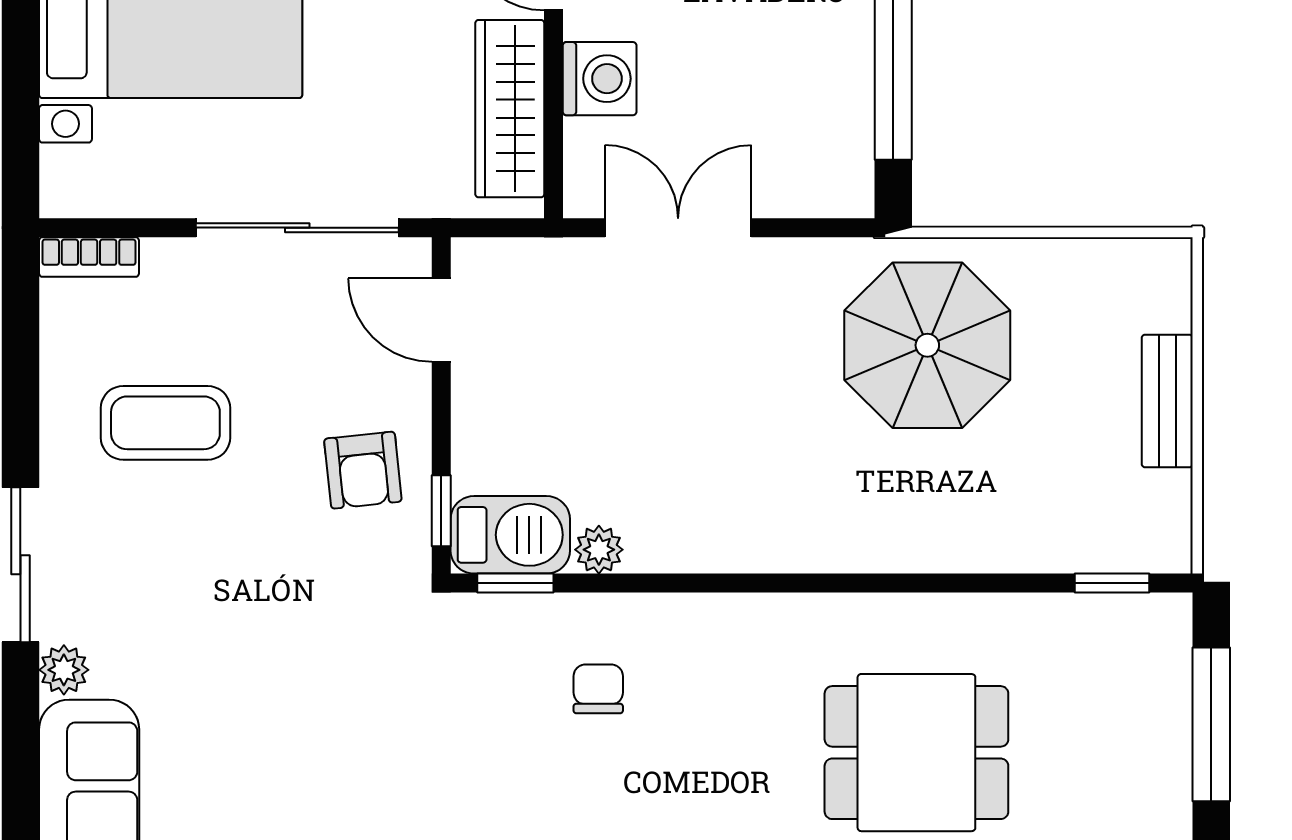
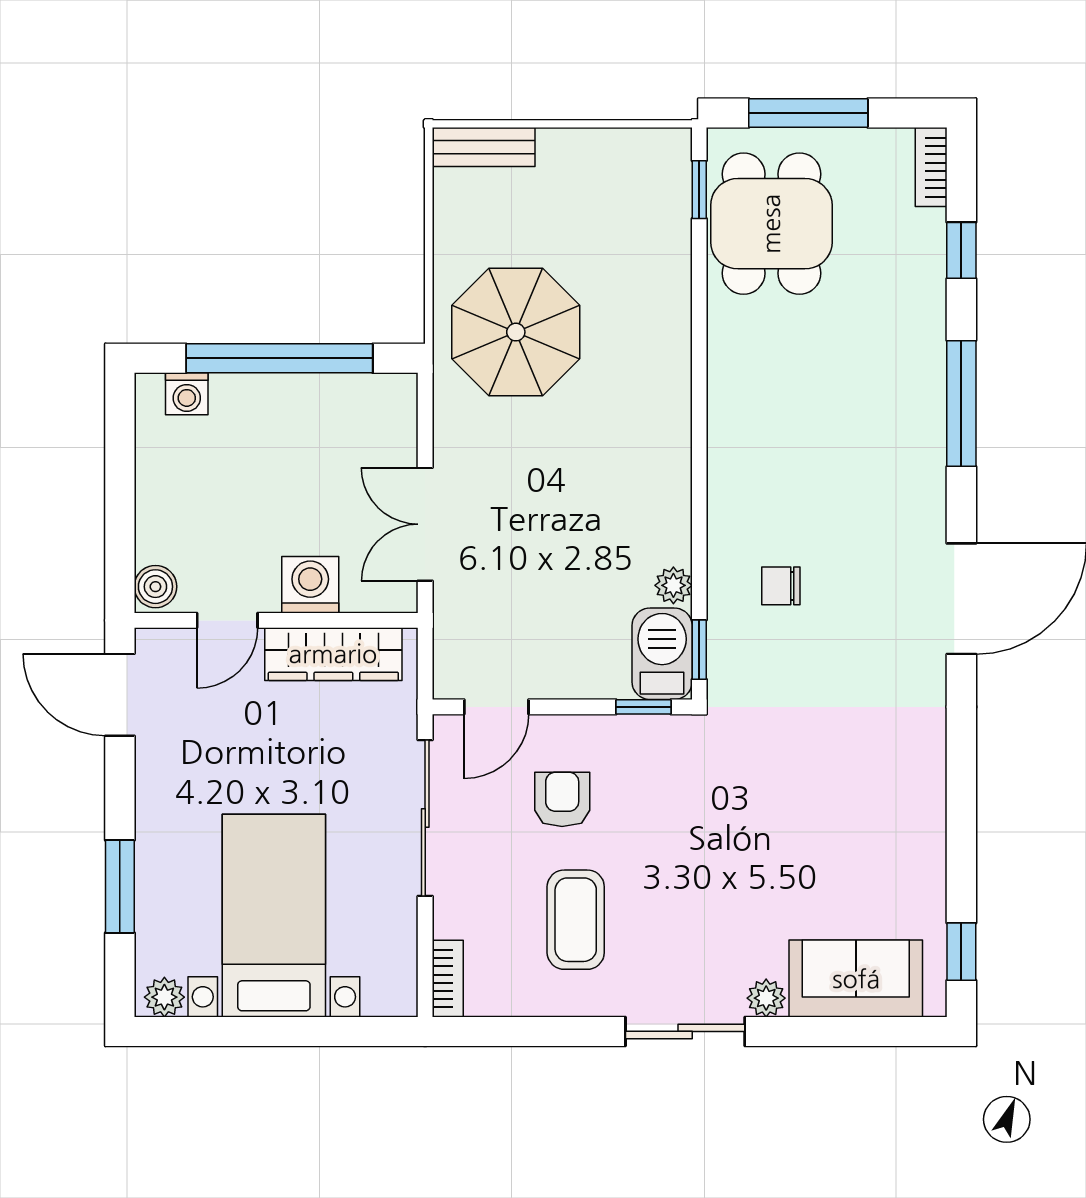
bench: (1167, 401) -> (484, 147), moved
armchair: (363, 470) -> (562, 799), moved, turned -84
dining table: (916, 753) -> (771, 224), moved

